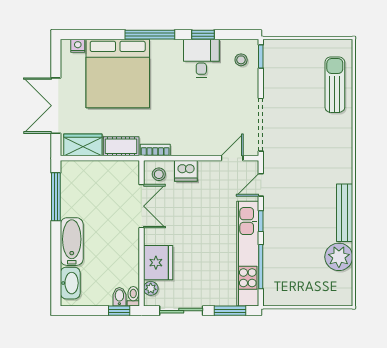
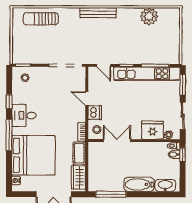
desk: (201, 58) -> (24, 116), moved
door: (232, 158) -> (87, 99), moved
bench: (345, 213) -> (98, 13), moved

